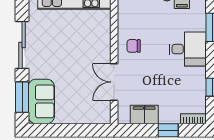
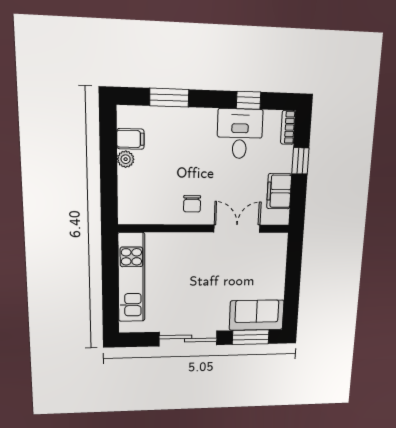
desk: (188, 49) -> (240, 134), moved
double door: (114, 82) -> (237, 229), swing flipped

